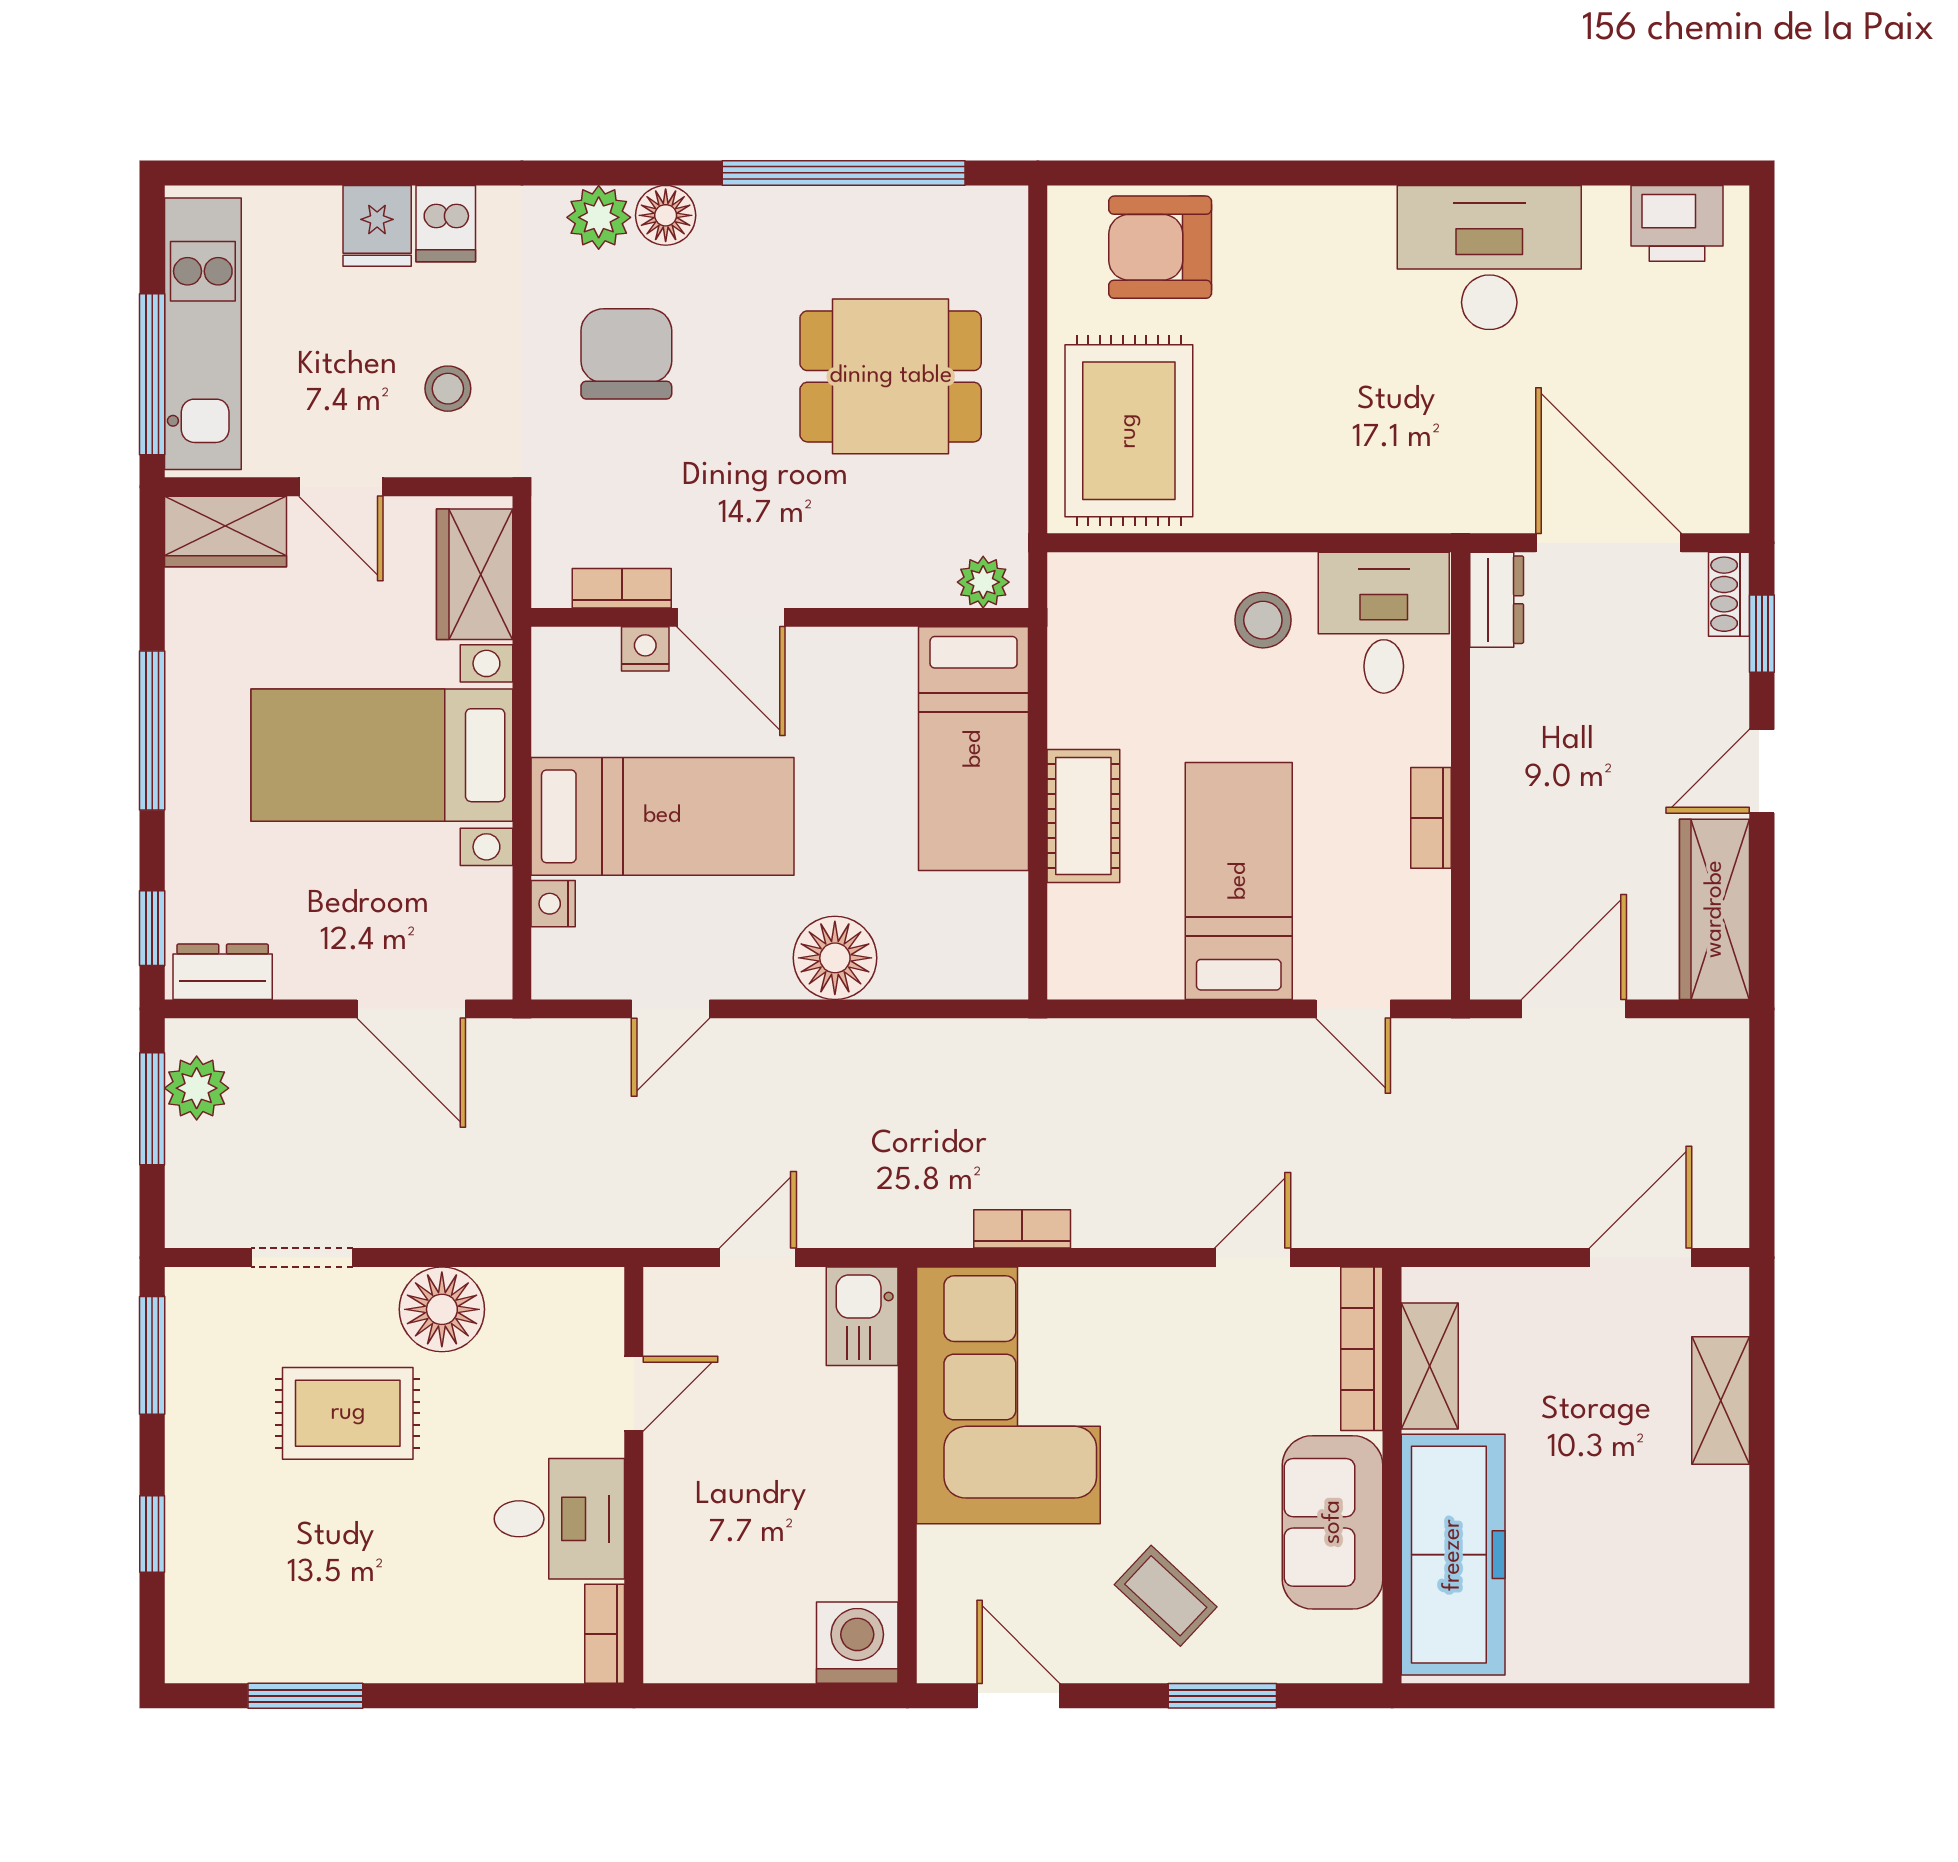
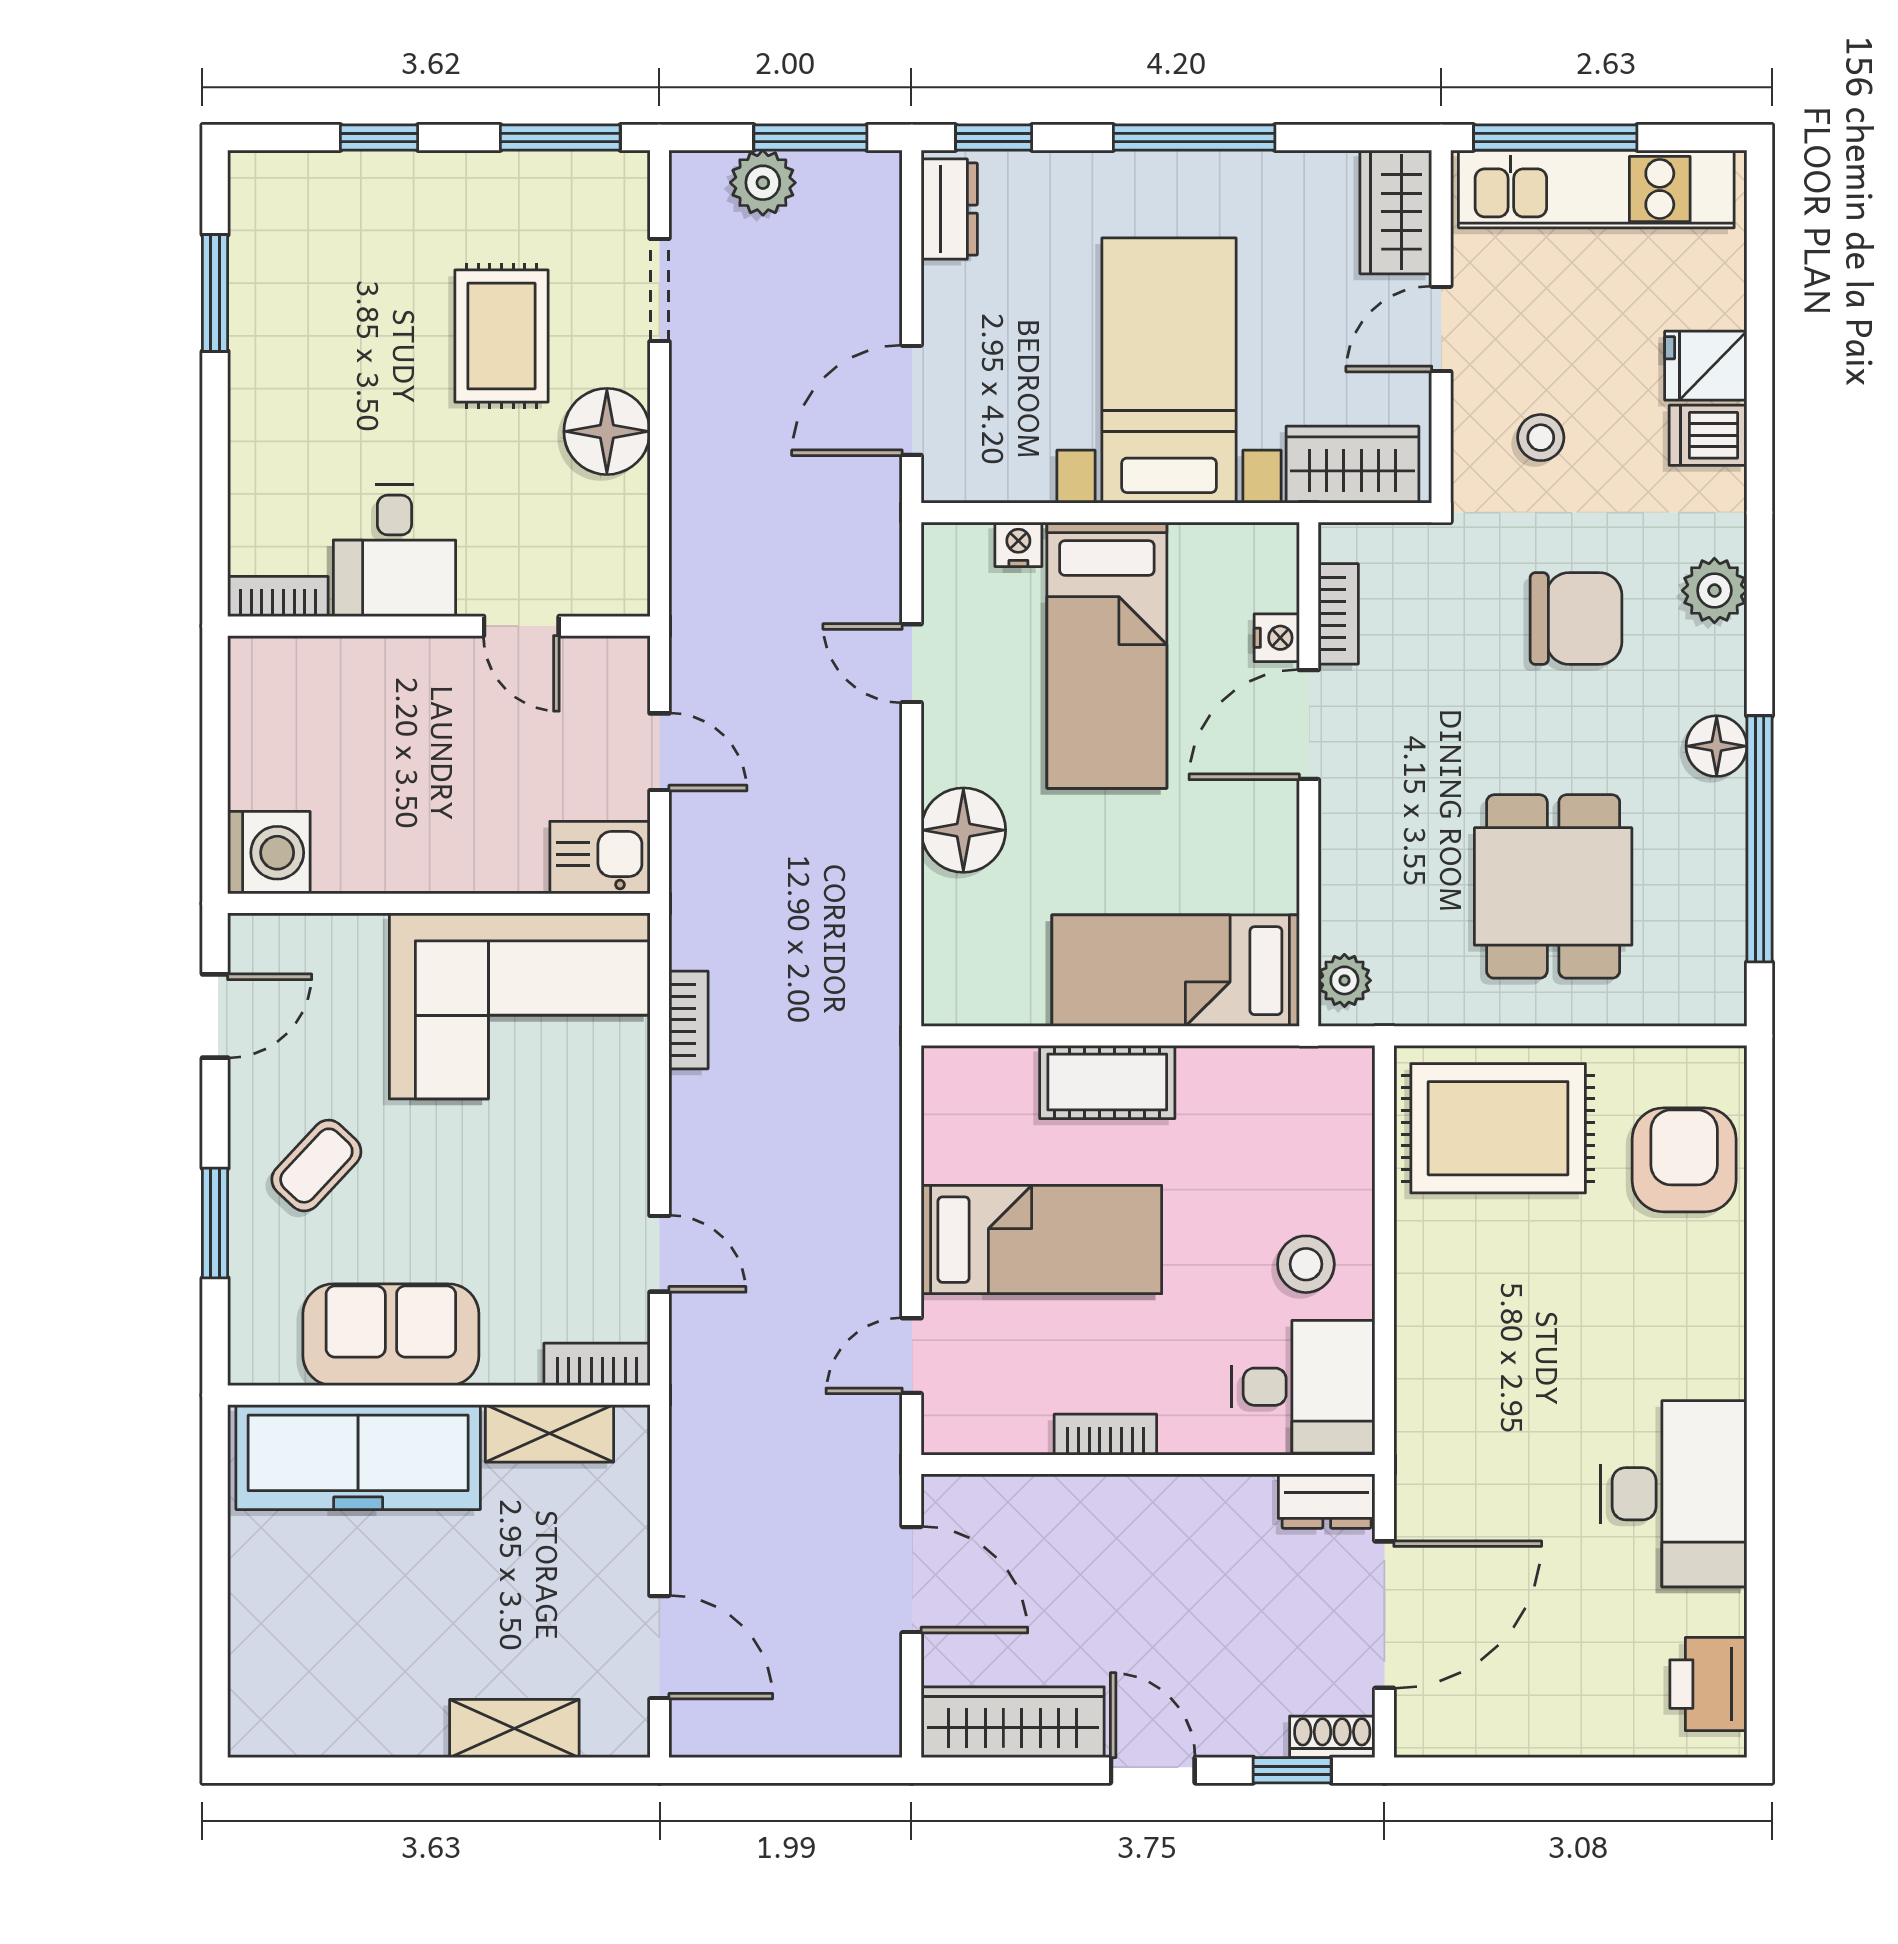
floor lamp: (666, 215) -> (1717, 746), moved
plant: (197, 1088) -> (763, 183), moved
bookcase: (1362, 1349) -> (597, 1364), width x0.64

